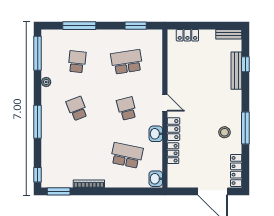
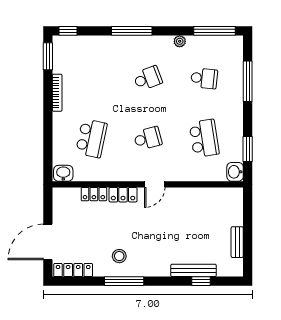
bench: (229, 34) -> (237, 242), moved
locker: (187, 35) -> (236, 211), removed
washbasin: (156, 134) -> (235, 172), moved, turned -90

